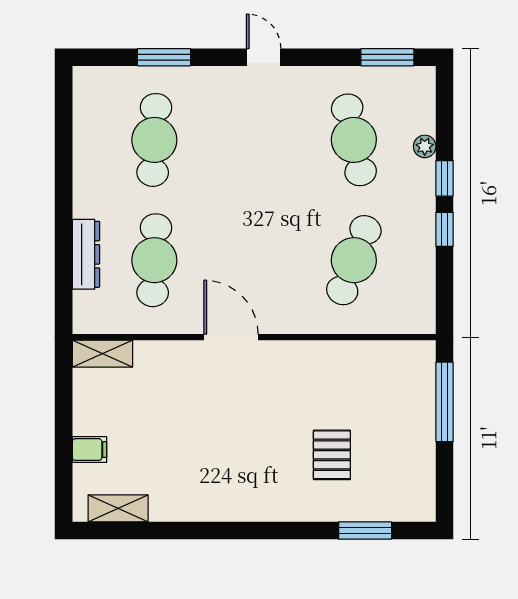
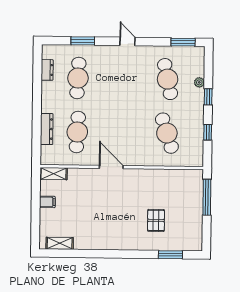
dresser: (85, 123) -> (47, 70), added
window: (445, 229) -> (208, 132), moved
cafe table: (354, 260) -> (167, 133), turned -39
filing cabinet: (89, 450) -> (47, 202), moved

